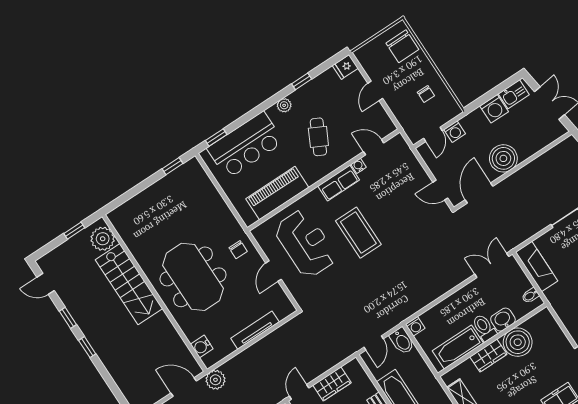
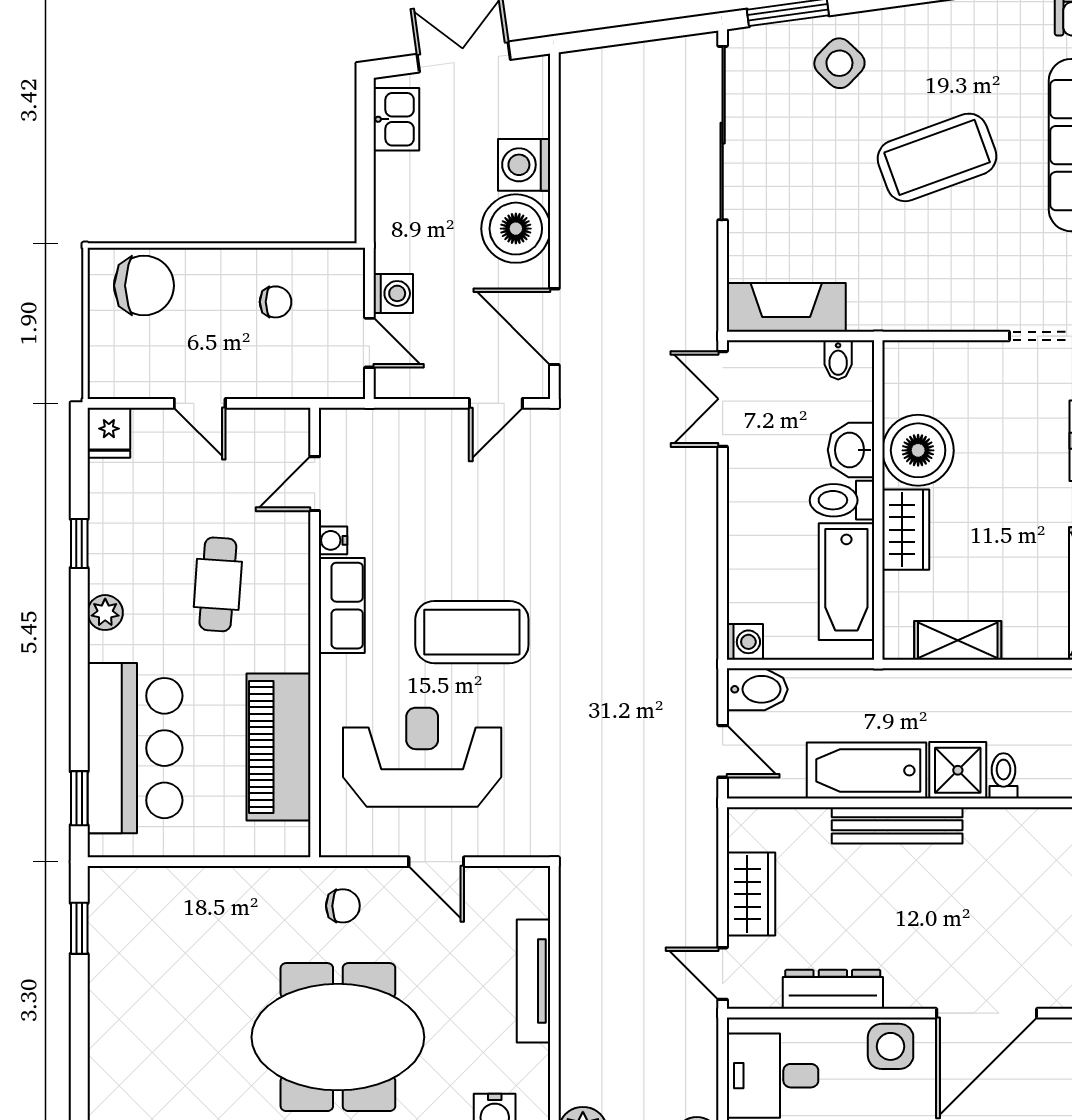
washing machine: (494, 109) -> (524, 165), moved, turned 180
cafe table: (318, 137) -> (218, 584), turned 67

